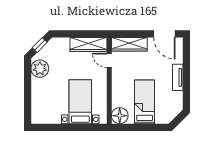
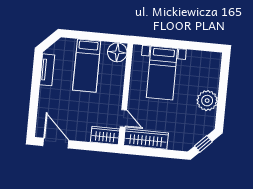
wardrobe: (129, 44) -> (105, 136), width x0.67
plant: (40, 69) -> (207, 101), moved
tv unit: (178, 77) -> (47, 70), moved

